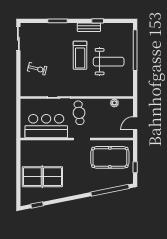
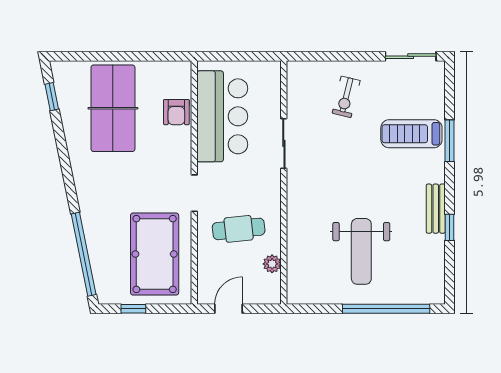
treadmill: (80, 55) -> (411, 134), moved
cafe table: (79, 113) -> (239, 229), moved
door: (135, 123) -> (228, 309), hinge flipped
armchair: (44, 147) -> (176, 112), added

